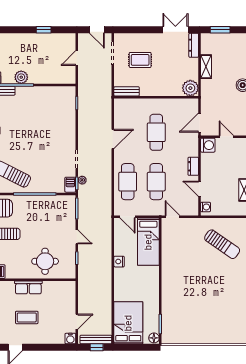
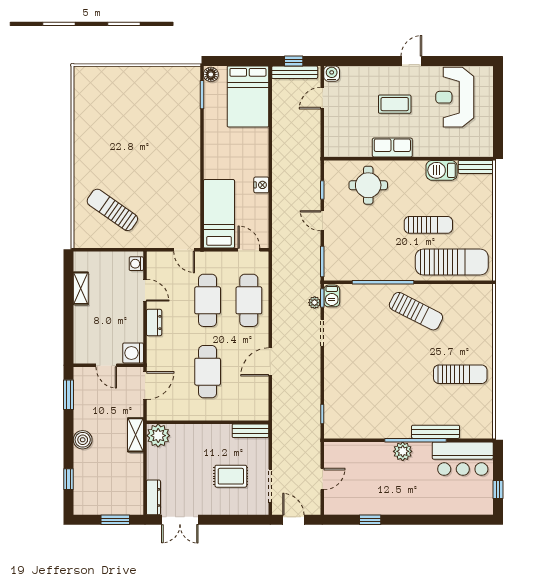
shelving: (206, 67) -> (136, 435), moved

